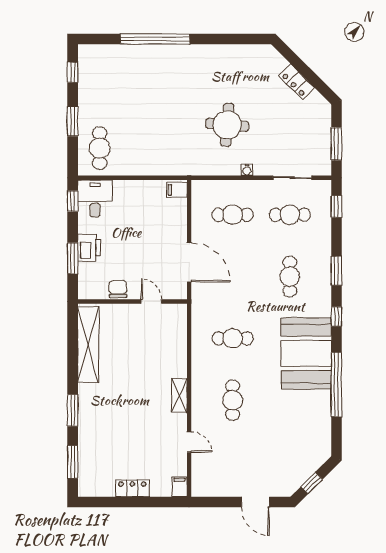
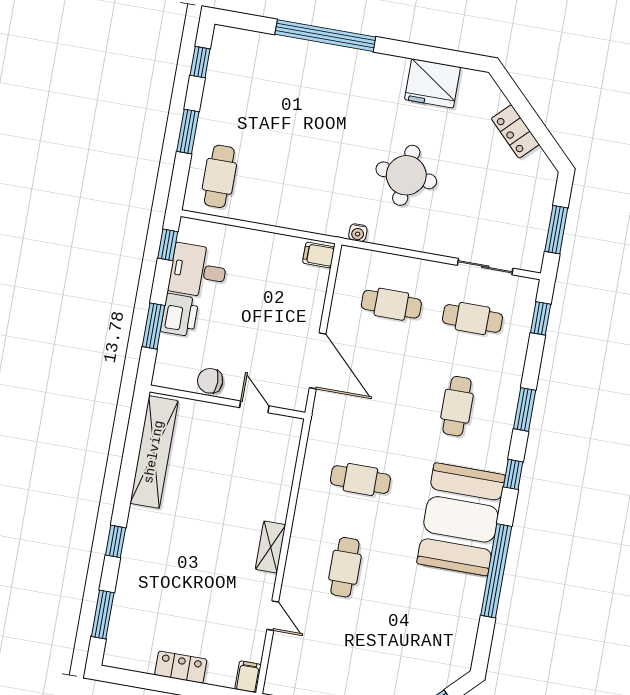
fridge: (234, 59) -> (433, 83), added
water cooler: (247, 170) -> (358, 233), moved
desk: (95, 199) -> (198, 271), moved, turned -90
chair: (118, 289) -> (210, 381), turned -90
window: (73, 410) -> (116, 541), width x0.67

